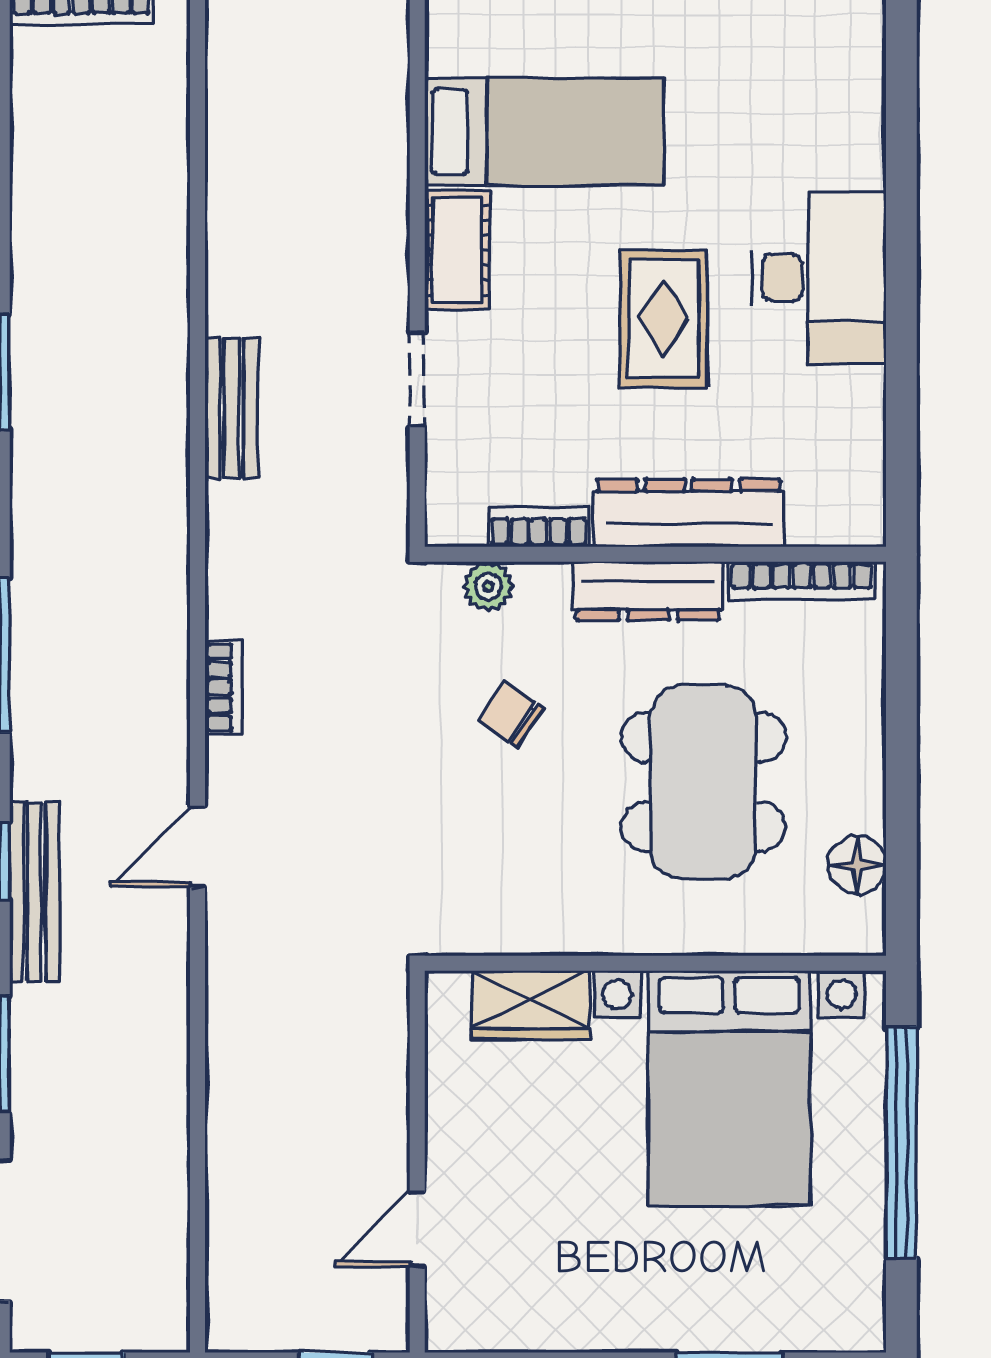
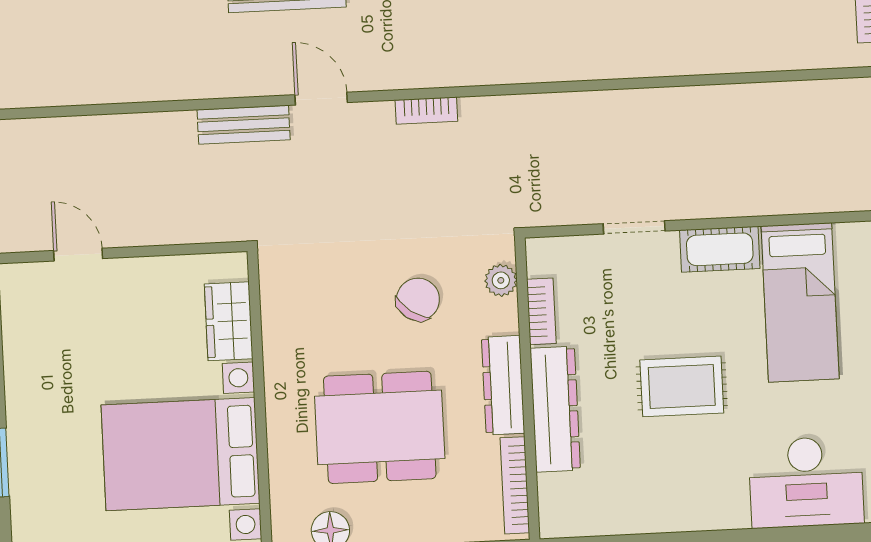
desk: (819, 278) -> (806, 482), moved
bench: (232, 408) -> (244, 125), moved
chair: (511, 714) -> (418, 299), width x1.37, depth x1.37

